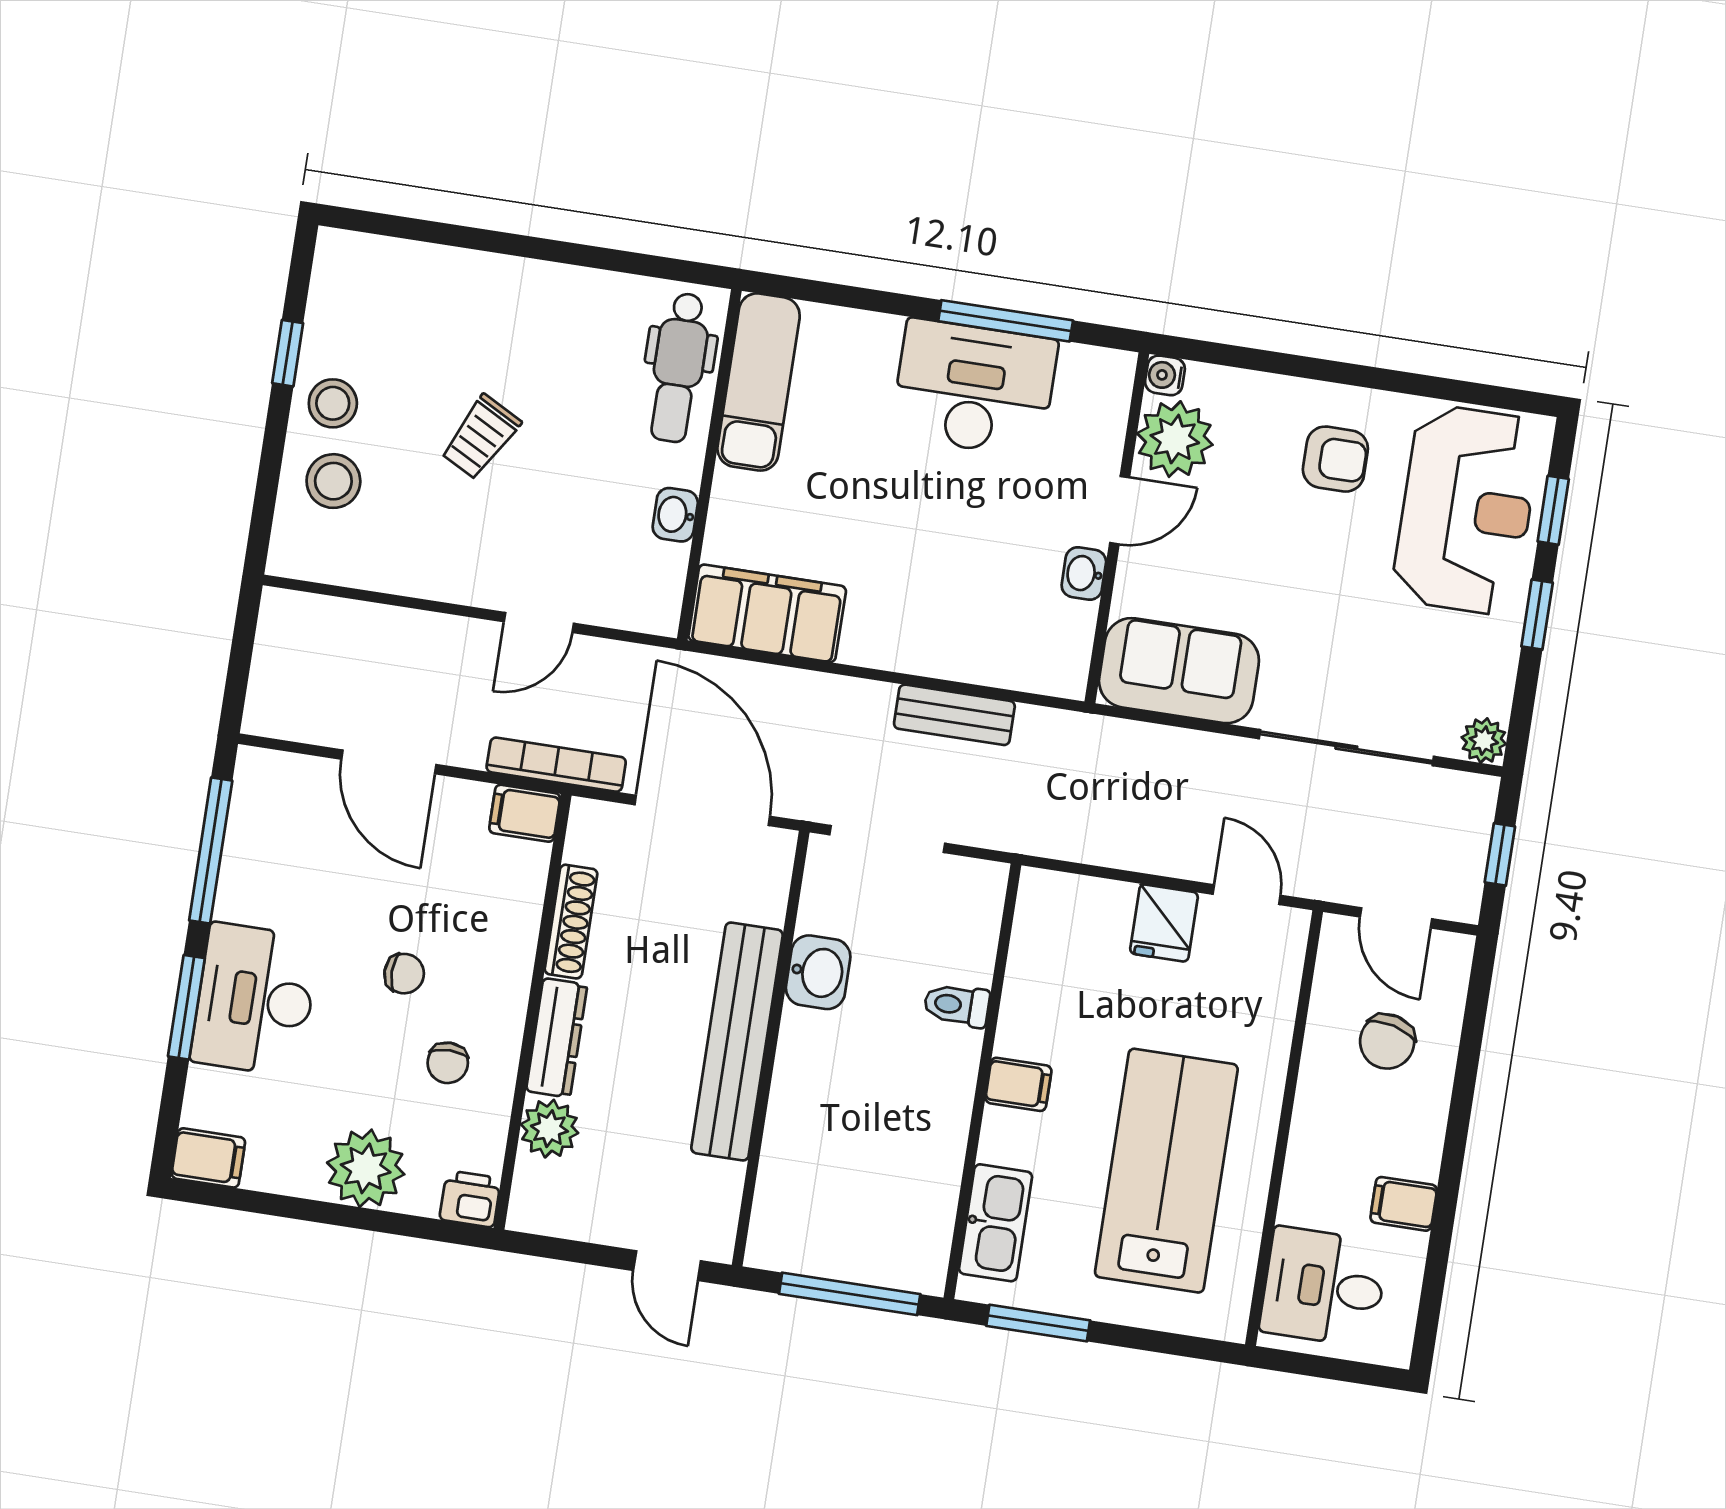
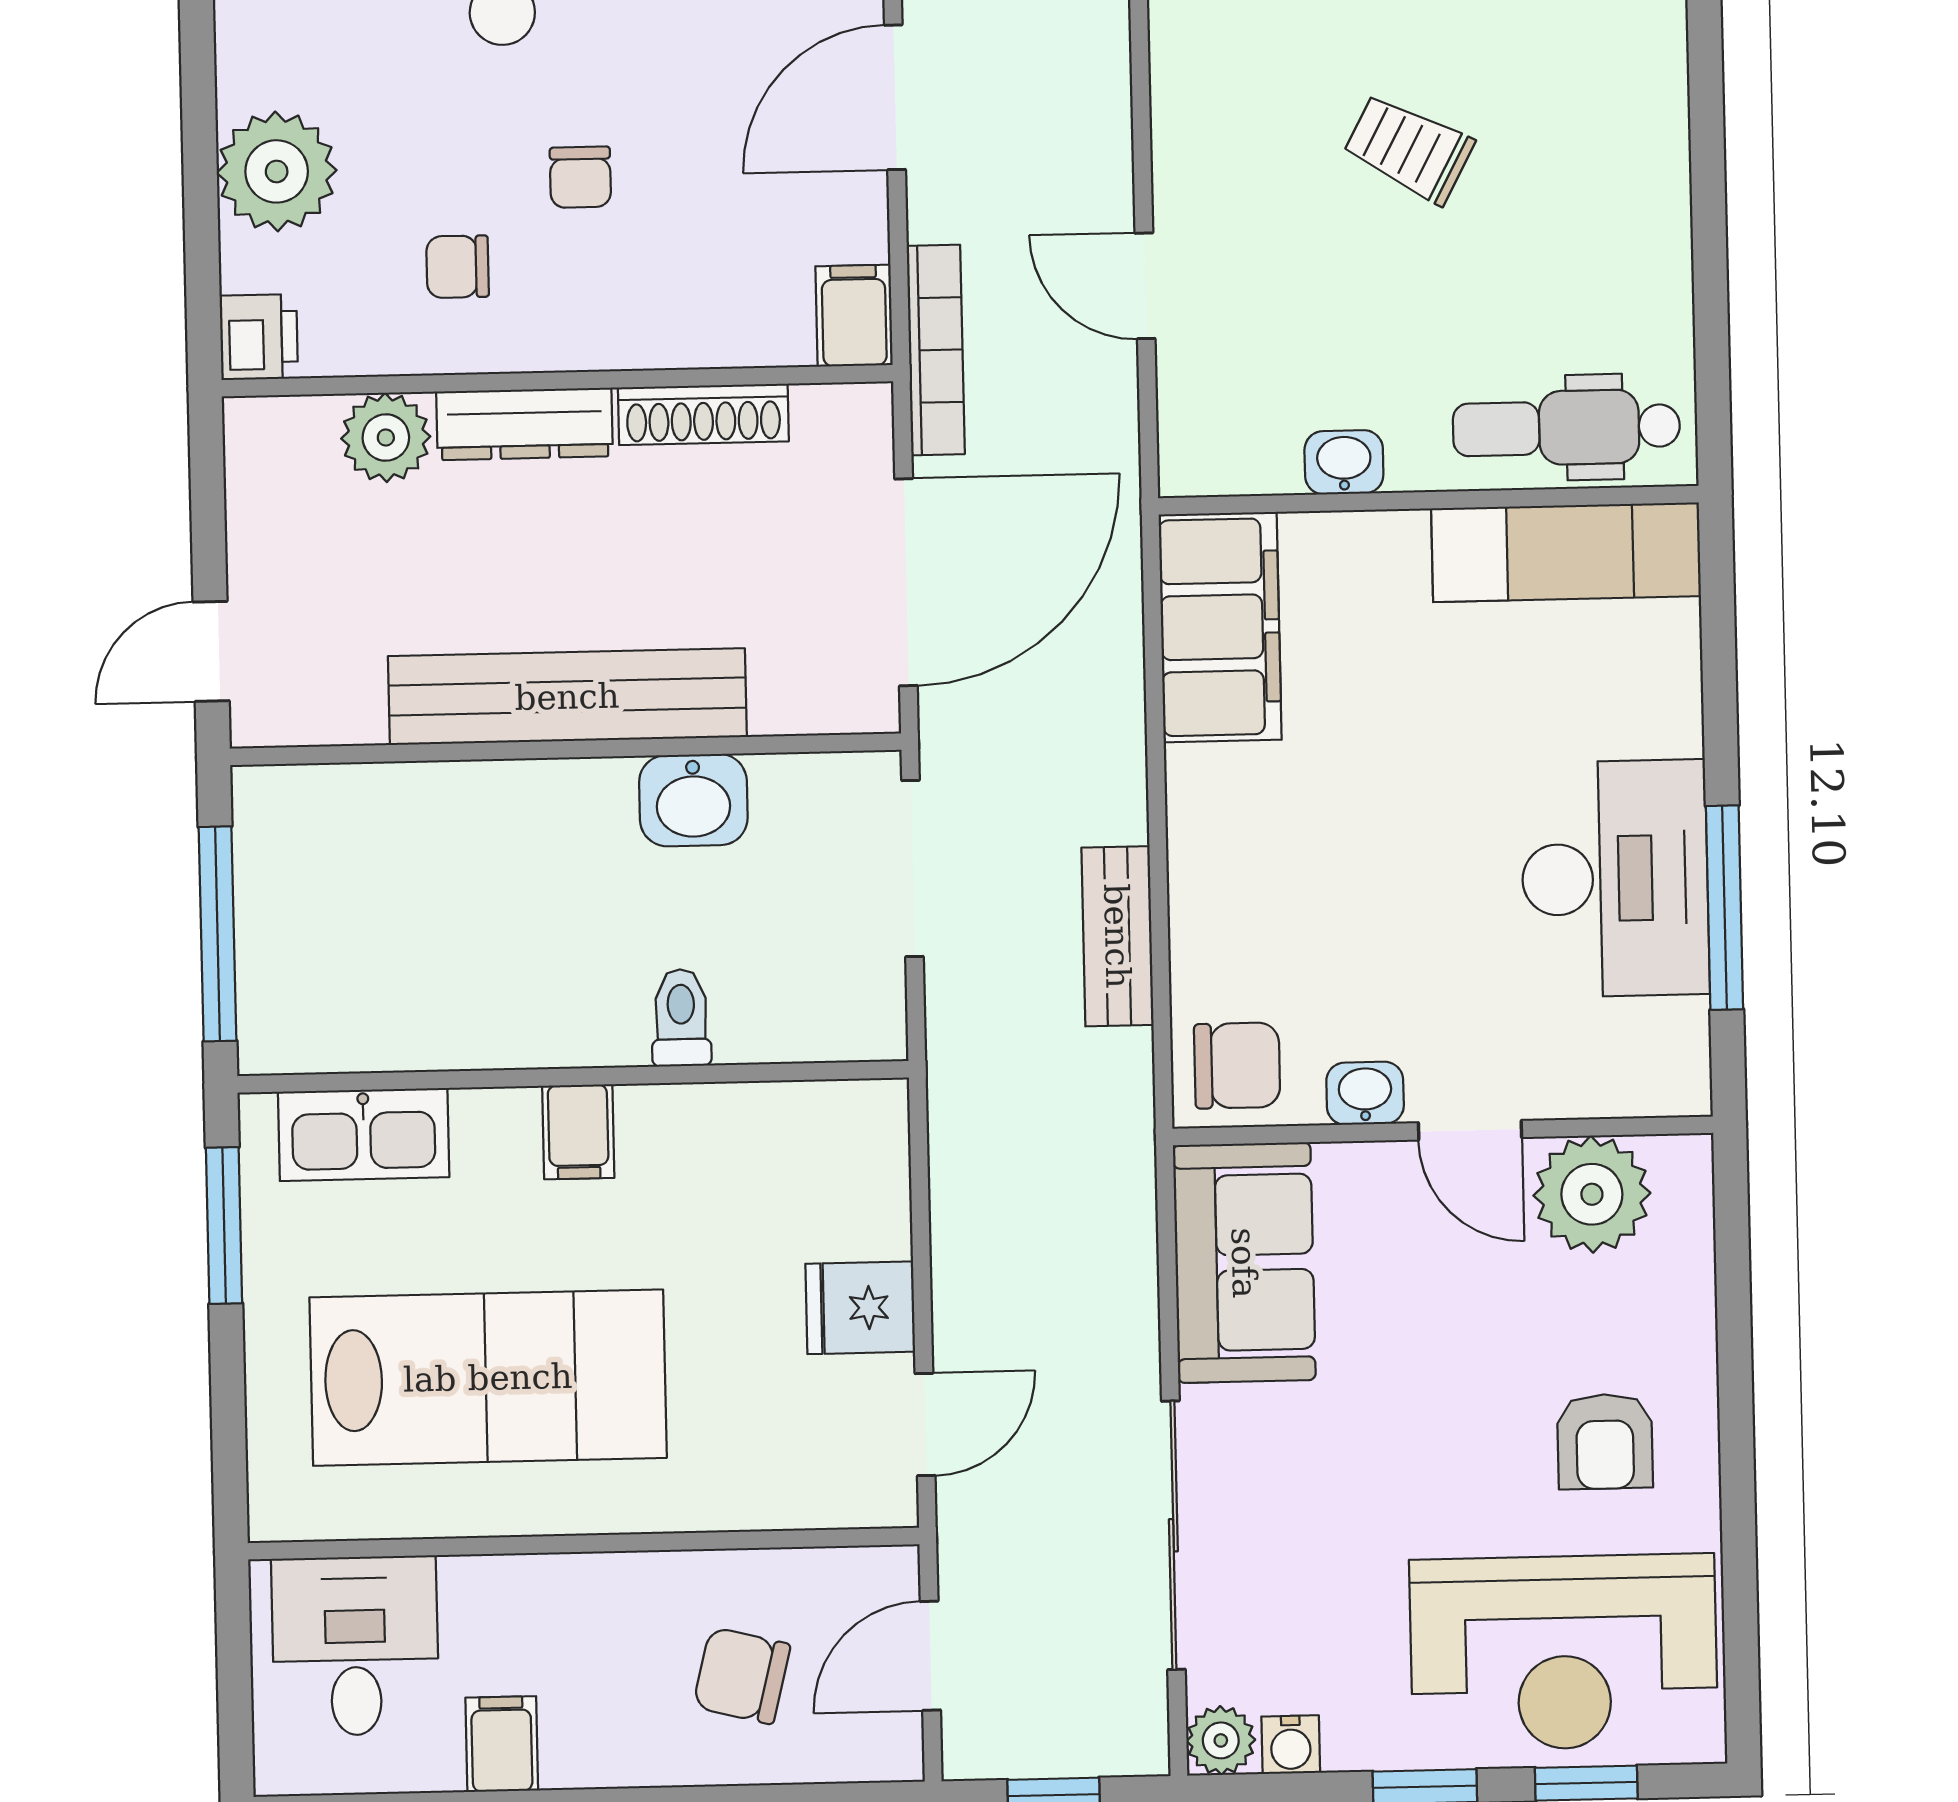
water cooler: (1165, 375) -> (1291, 1745), moved, turned 180
chair: (1051, 653) -> (1237, 1066), added

